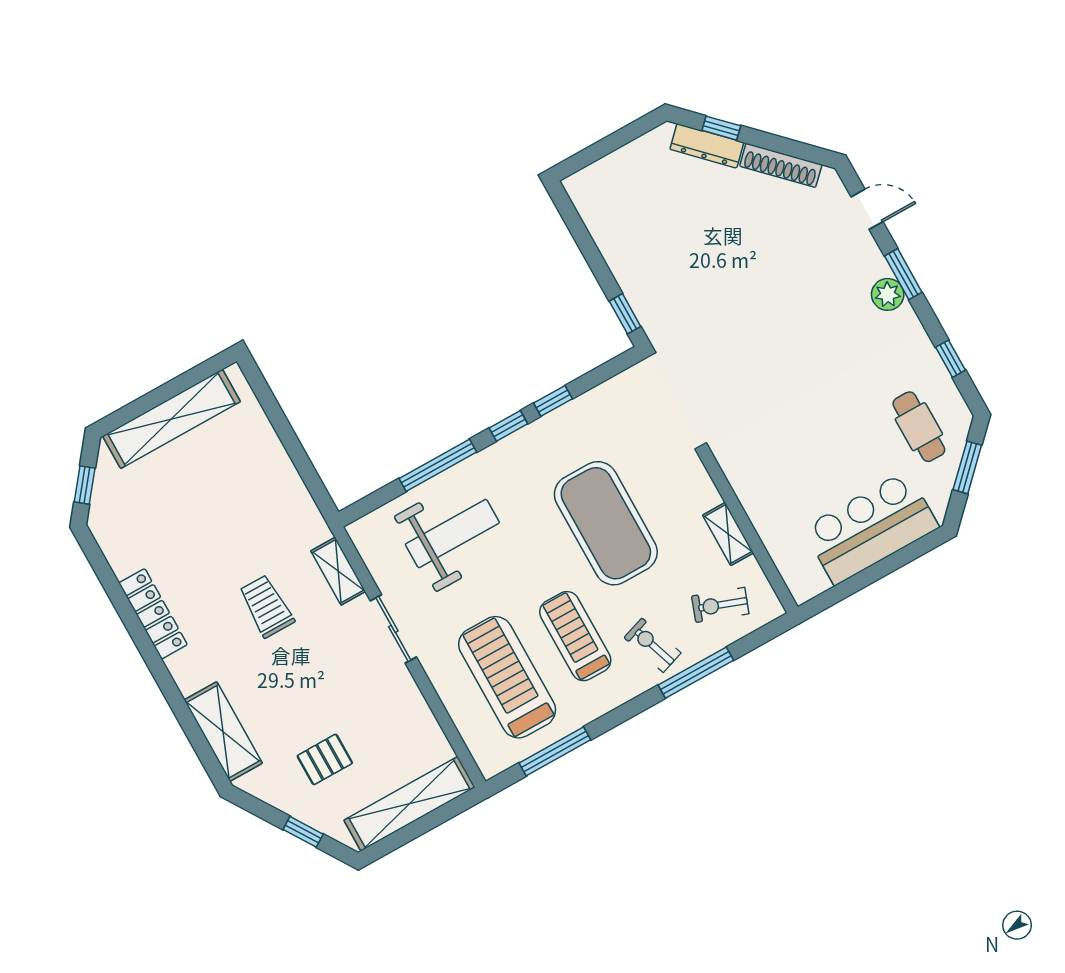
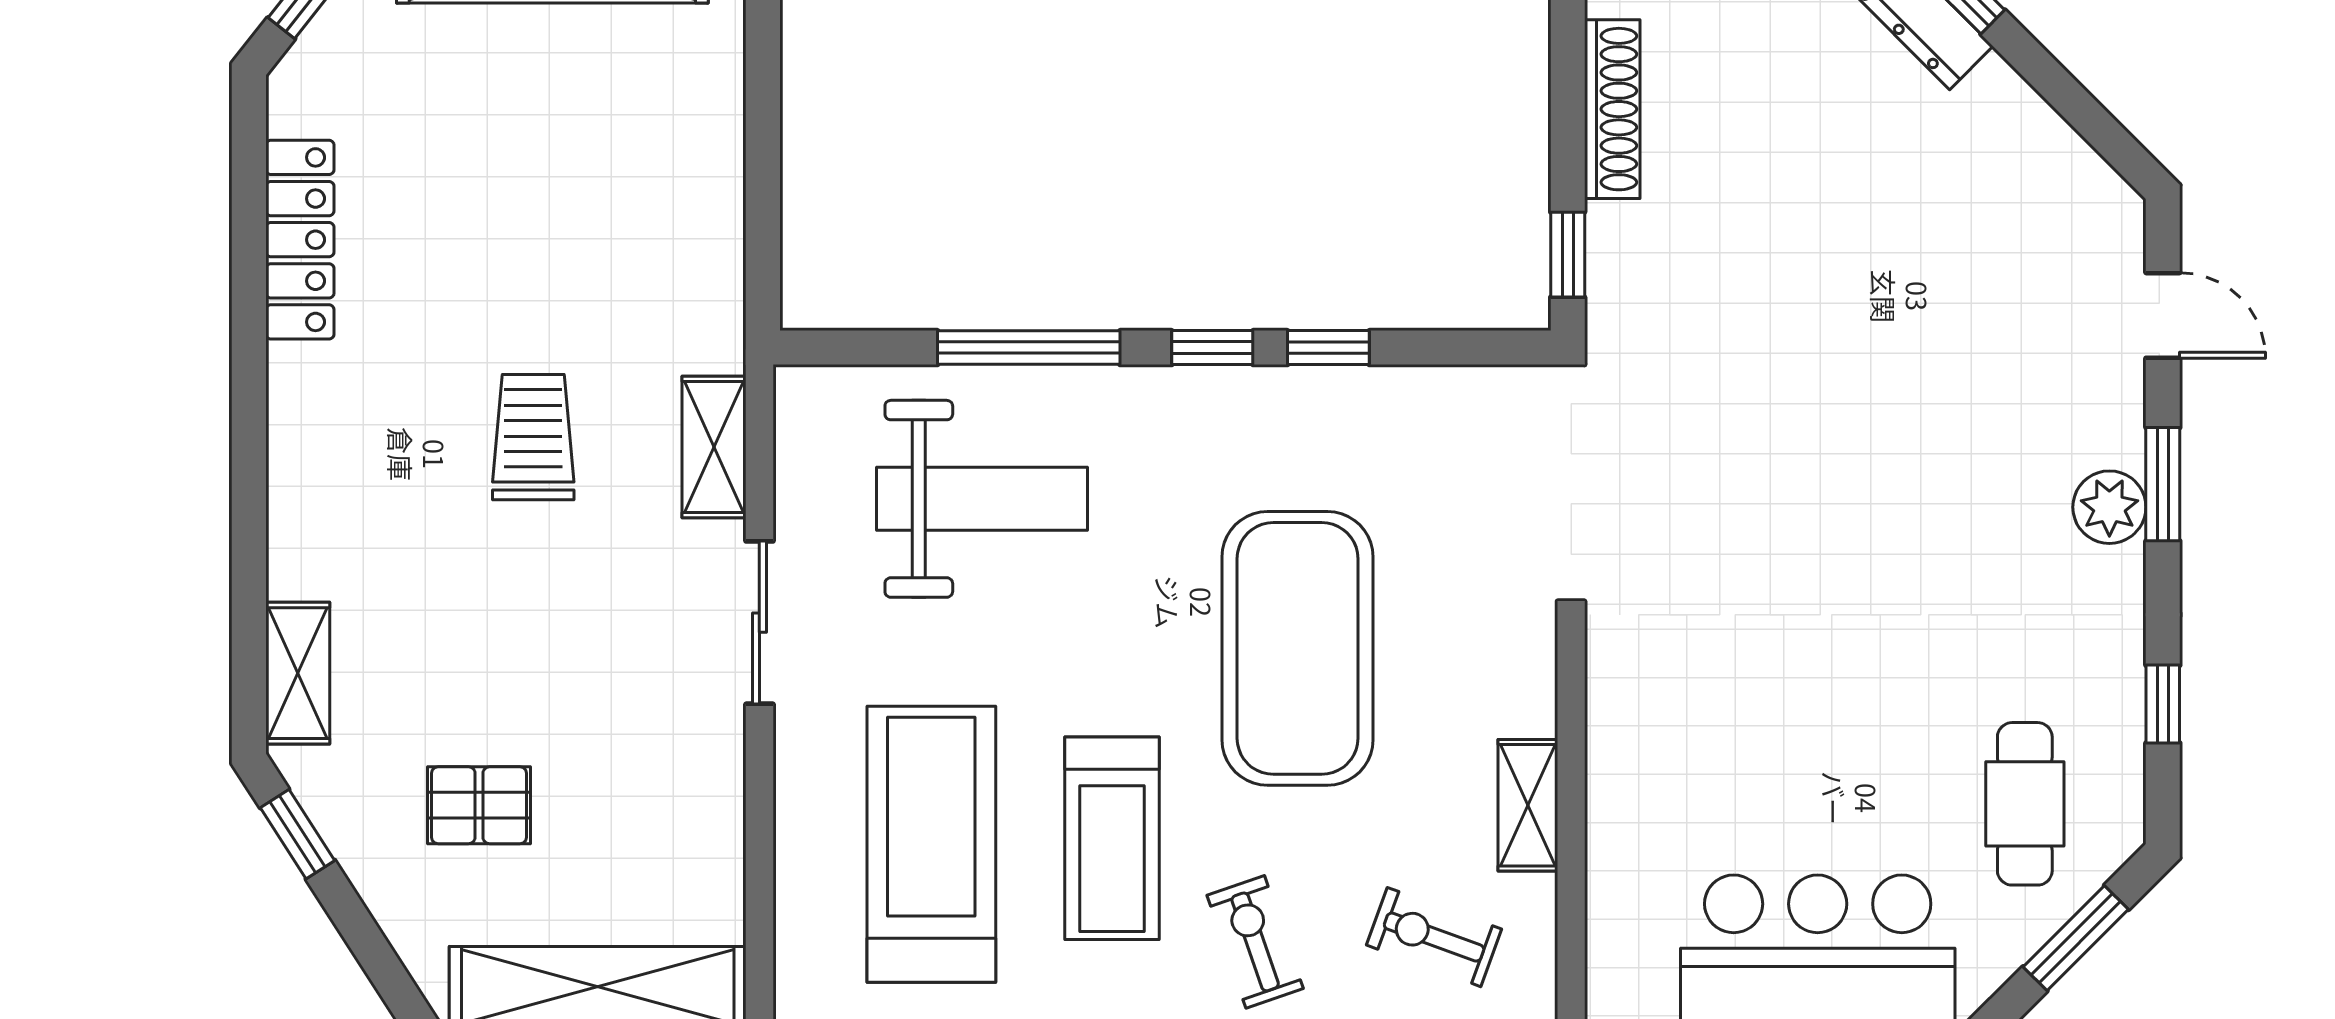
shoe rack: (781, 165) -> (1612, 109), moved, turned -135
locker: (153, 614) -> (300, 240), moved
treadmill: (575, 636) -> (1112, 838), turned 180
shelving: (223, 732) -> (298, 673), width x0.67, depth x0.75
window: (303, 832) -> (298, 834), moved

